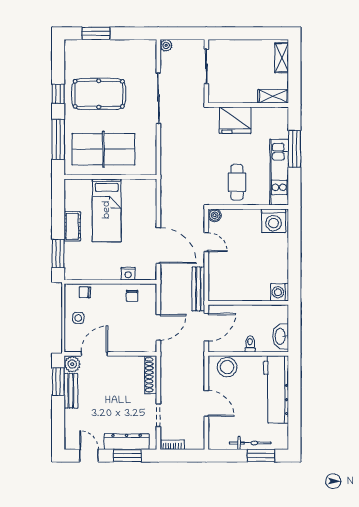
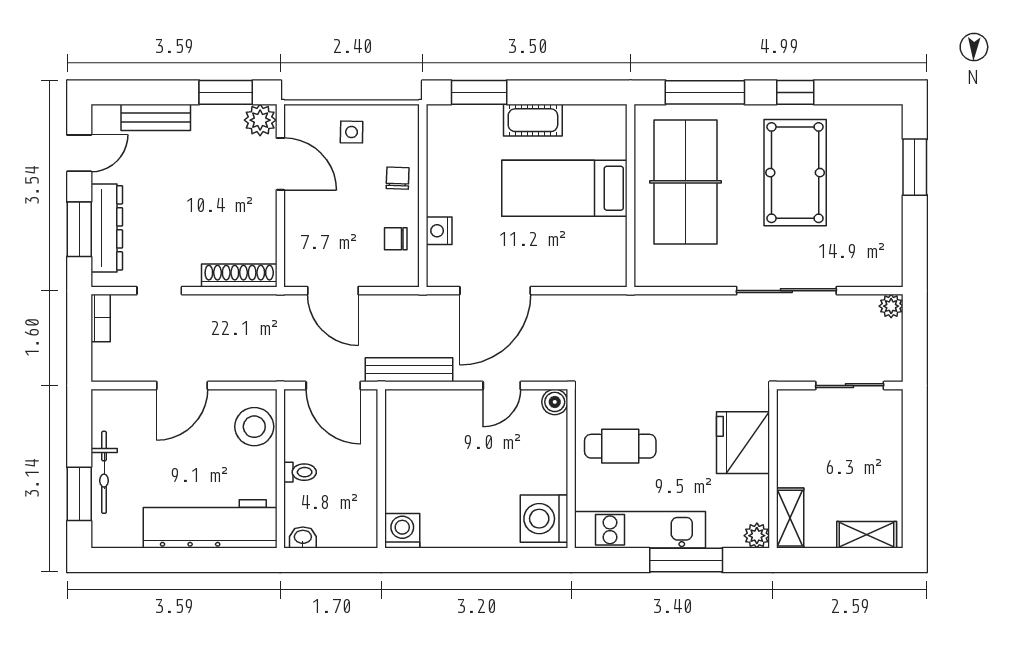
plant: (282, 113) -> (757, 536), added
chair: (85, 292) -> (398, 178), moved
washbasin: (281, 336) -> (303, 537), width x0.52, depth x0.69
bench: (71, 391) -> (156, 117), moved

